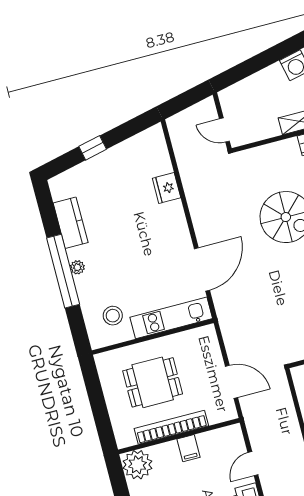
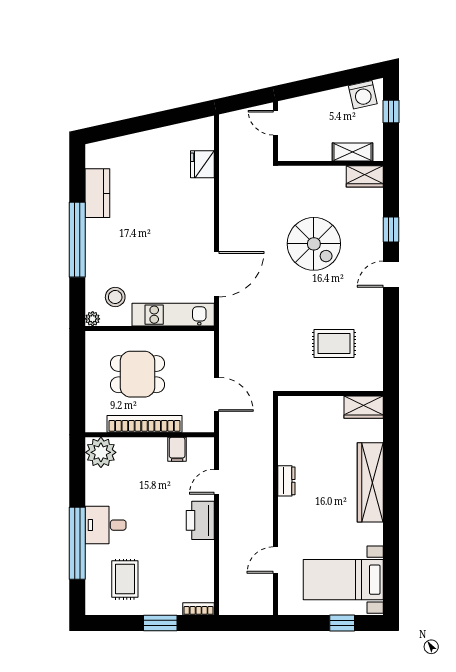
door: (224, 130) -> (275, 123), moved
window: (93, 148) -> (139, 124), removed
fridge: (167, 188) -> (202, 164), moved
plant: (77, 267) -> (93, 319), moved
filing cabinet: (189, 448) -> (177, 449), moved

